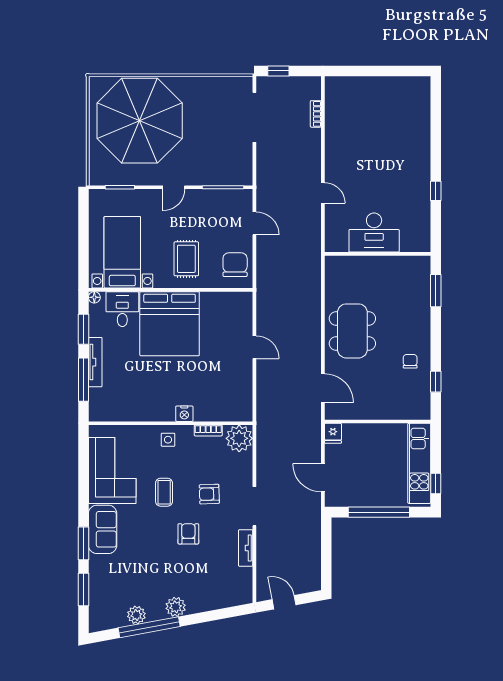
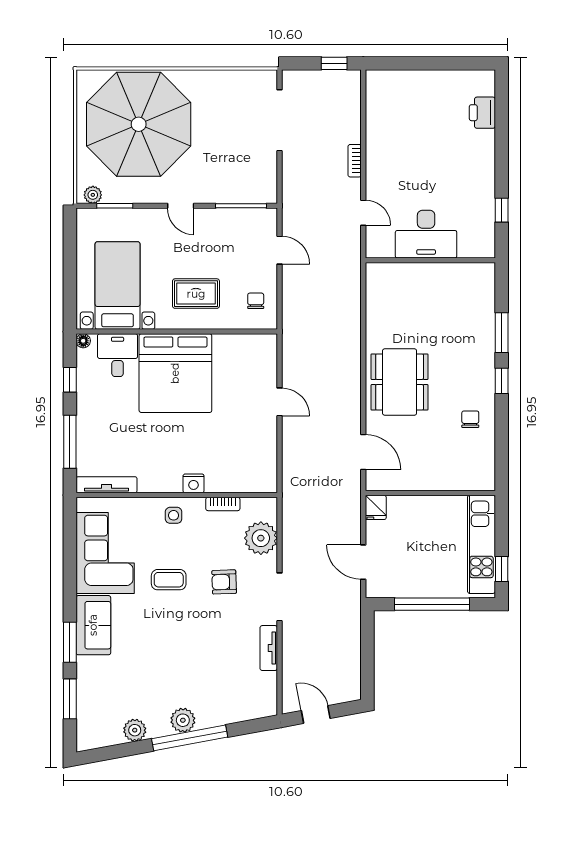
window: (278, 71) -> (334, 63), moved
printer: (420, 111) -> (482, 113), added
bookcase: (316, 114) -> (355, 161), moved
plant: (102, 178) -> (93, 195), added
door: (174, 187) -> (181, 206), hinge flipped
desk: (374, 233) -> (426, 234), moved
wall: (378, 254) -> (430, 260), moved
rug: (186, 259) -> (196, 294), turned 90
chair: (235, 265) -> (256, 301), width x0.54, depth x0.54
window: (83, 329) -> (70, 380), width x0.67
tv unit: (95, 362) -> (107, 485), moved, turned -90
window: (436, 382) -> (502, 381), moved
plant: (239, 438) -> (261, 538), moved
coffee table: (164, 492) -> (169, 580), turned 90
armchair: (188, 534) -> (198, 631), removed
window: (149, 627) -> (190, 738), moved

